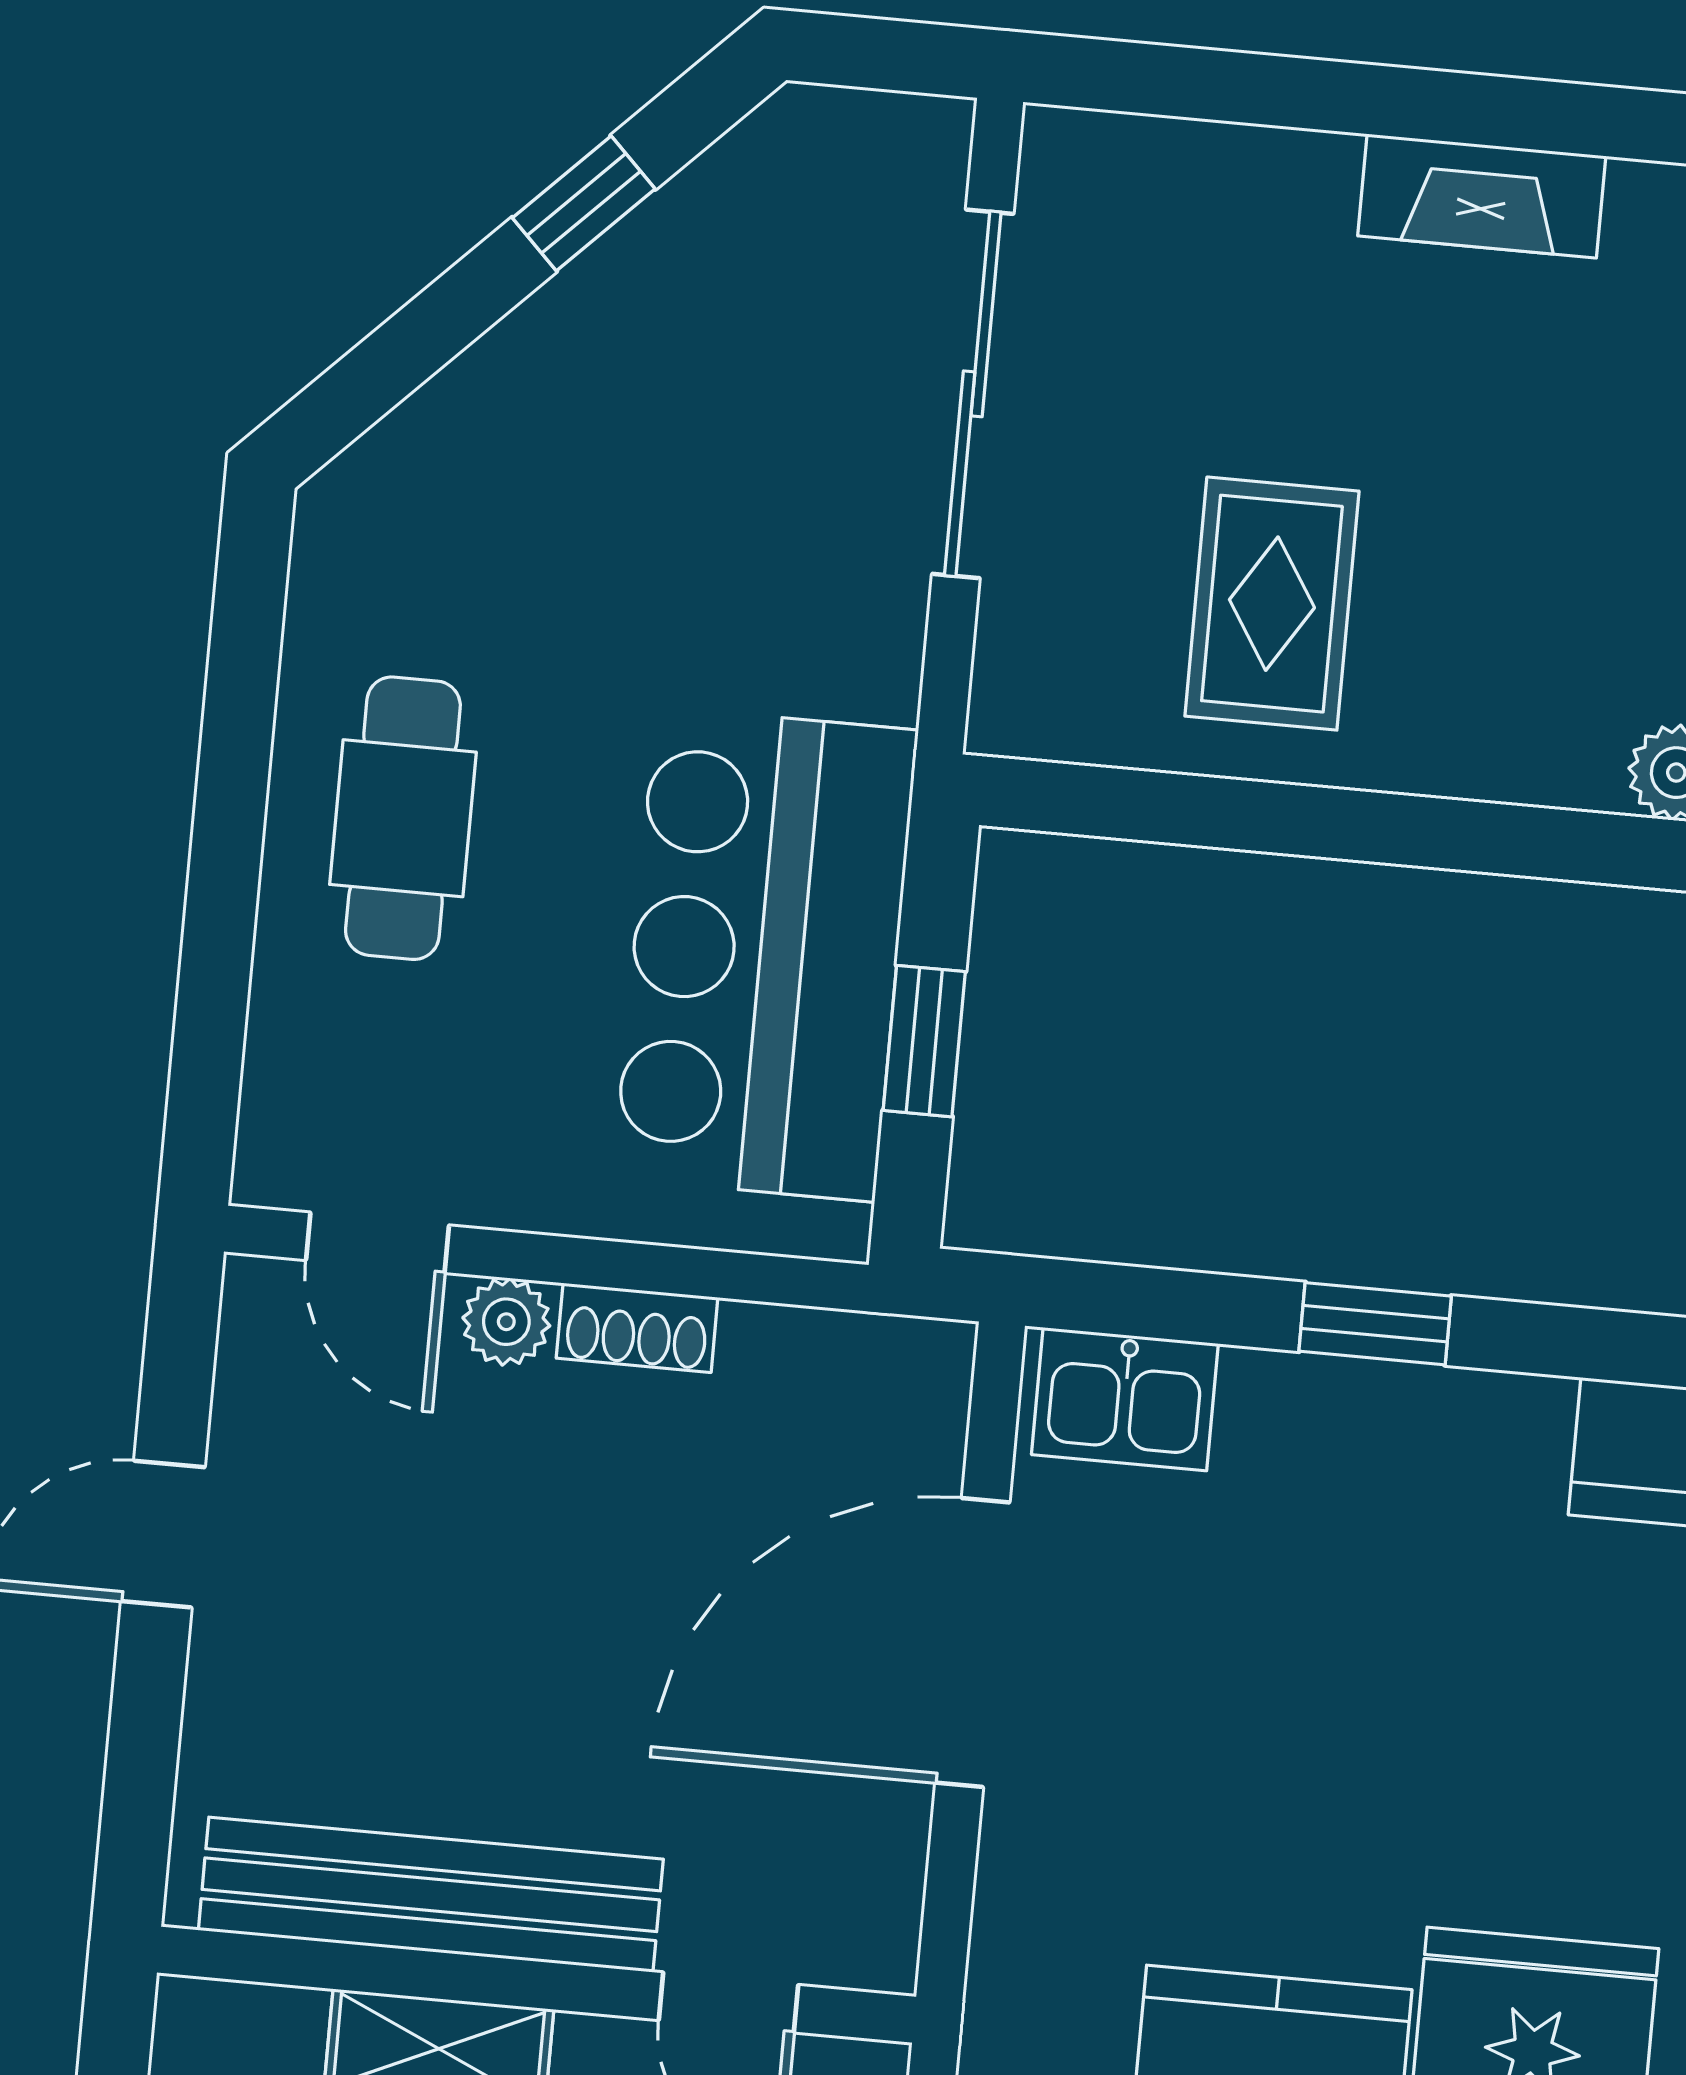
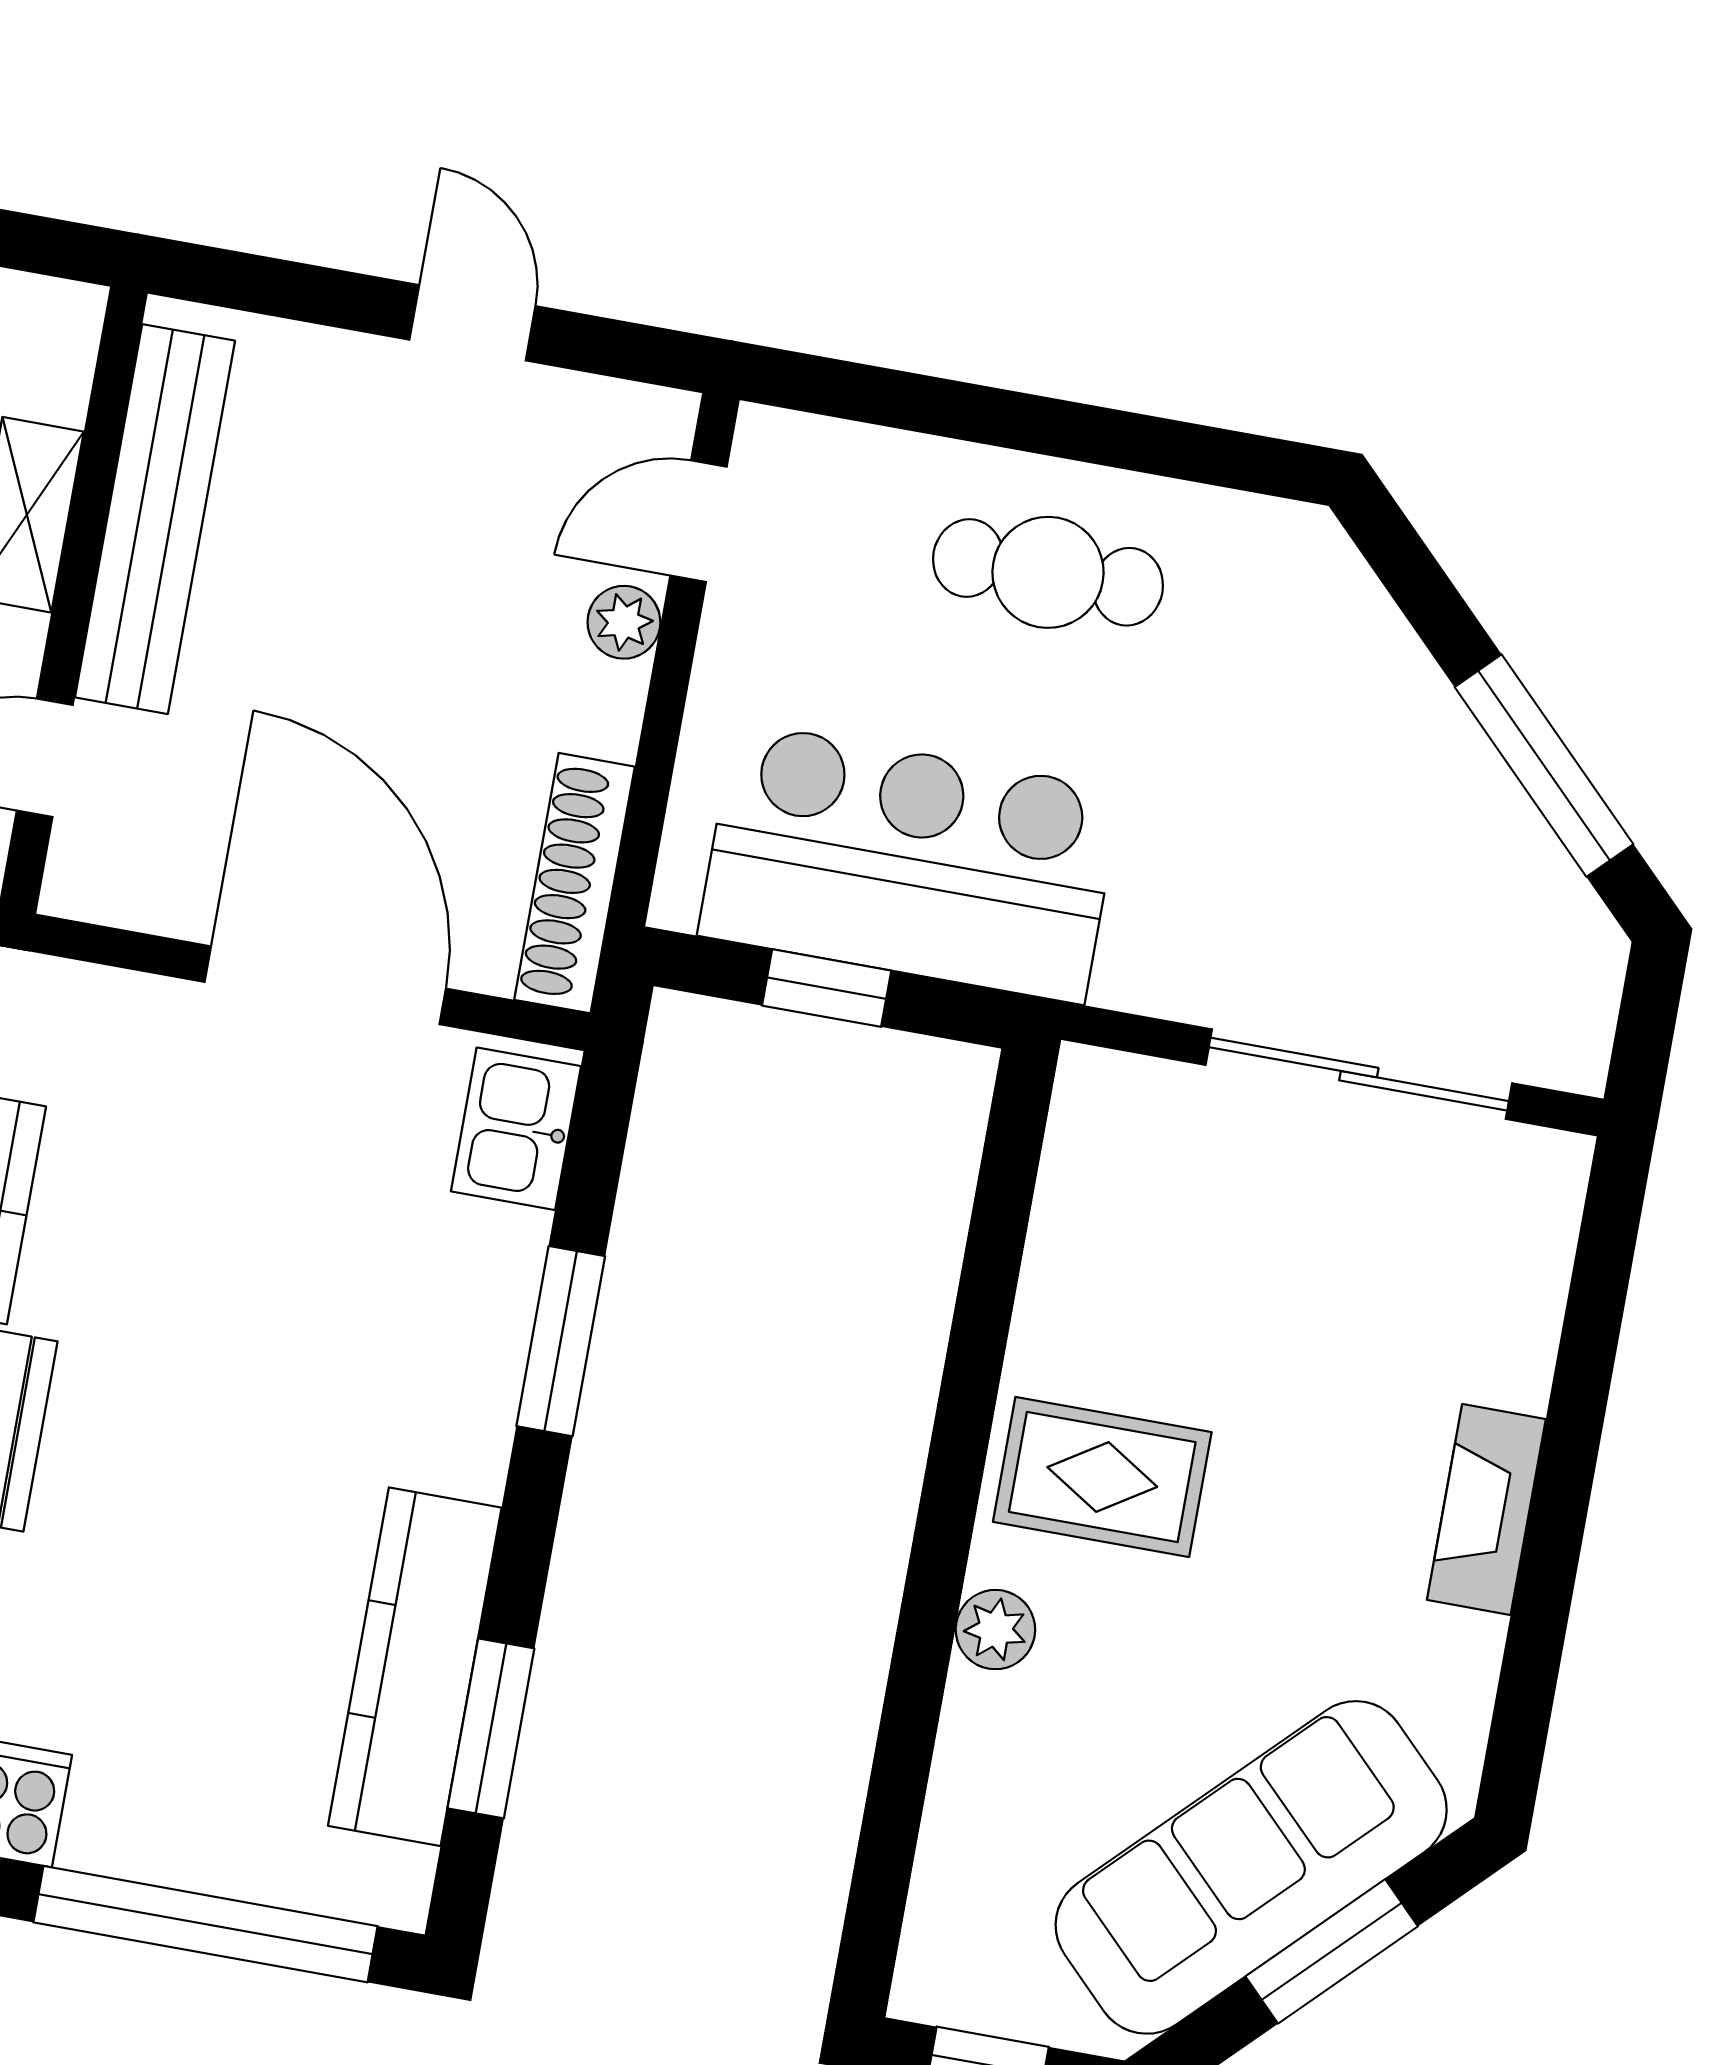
window: (584, 203) -> (1544, 766), width x2.17
rug: (1272, 604) -> (1102, 1477), moved
window: (1375, 1324) -> (561, 1341), width x1.50
shoe rack: (637, 1328) -> (575, 883), moved, width x1.94, depth x1.24

